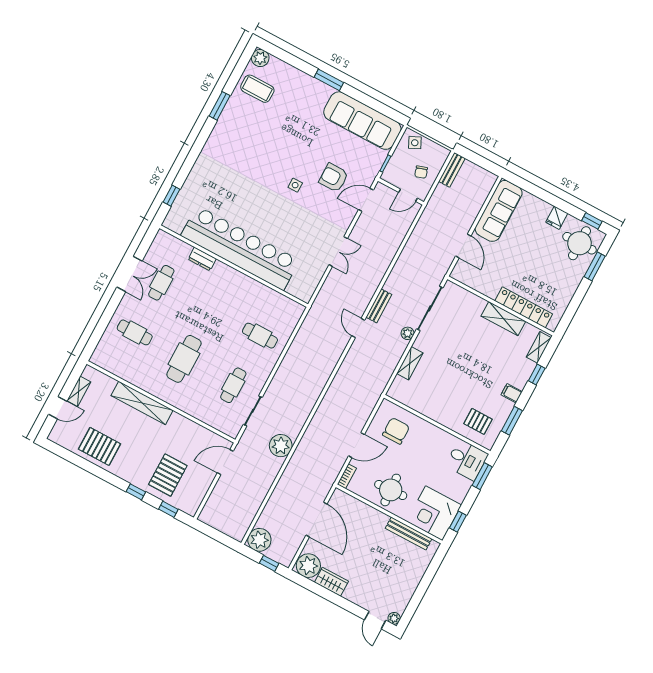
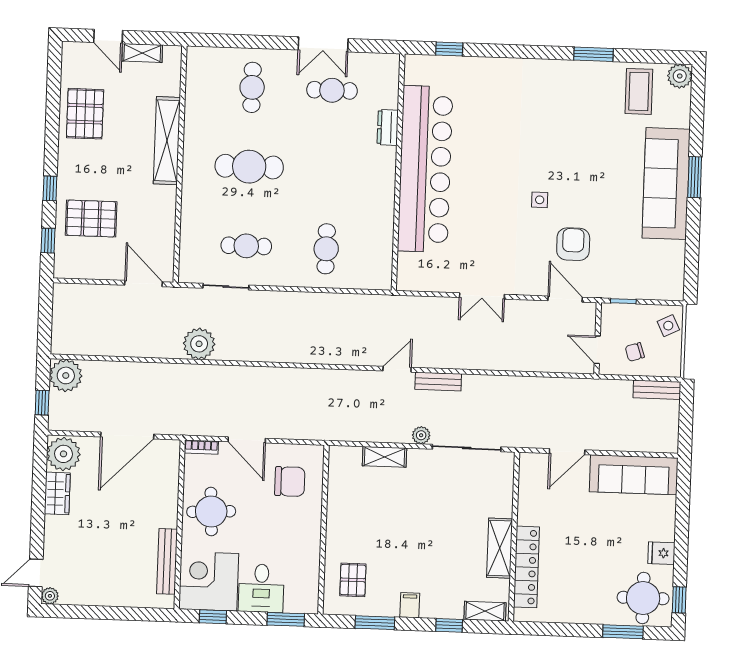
sofa: (362, 121) -> (666, 184), moved
desk: (467, 460) -> (261, 588), moved

